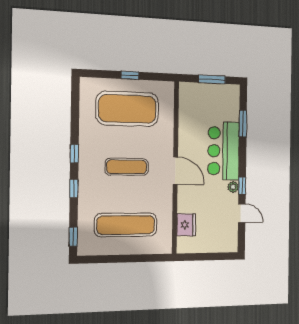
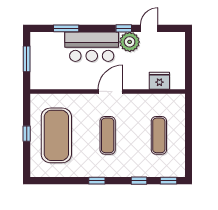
plant: (233, 187) -> (130, 42), width x1.88, depth x1.88
window: (74, 188) -> (139, 181), moved
exercise mat: (126, 225) -> (159, 135), width x0.73, depth x0.69

